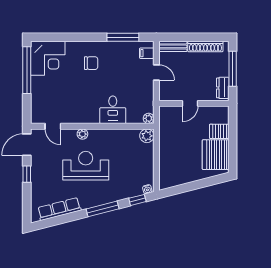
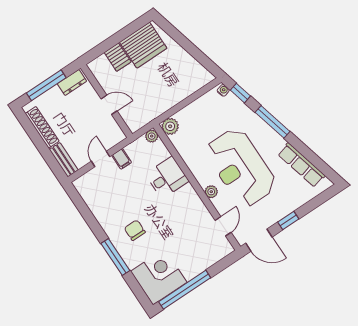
window: (123, 37) -> (115, 257), moved
filing cabinet: (147, 53) -> (122, 159), moved
reception desk: (86, 166) -> (241, 167), width x1.36, depth x1.30

